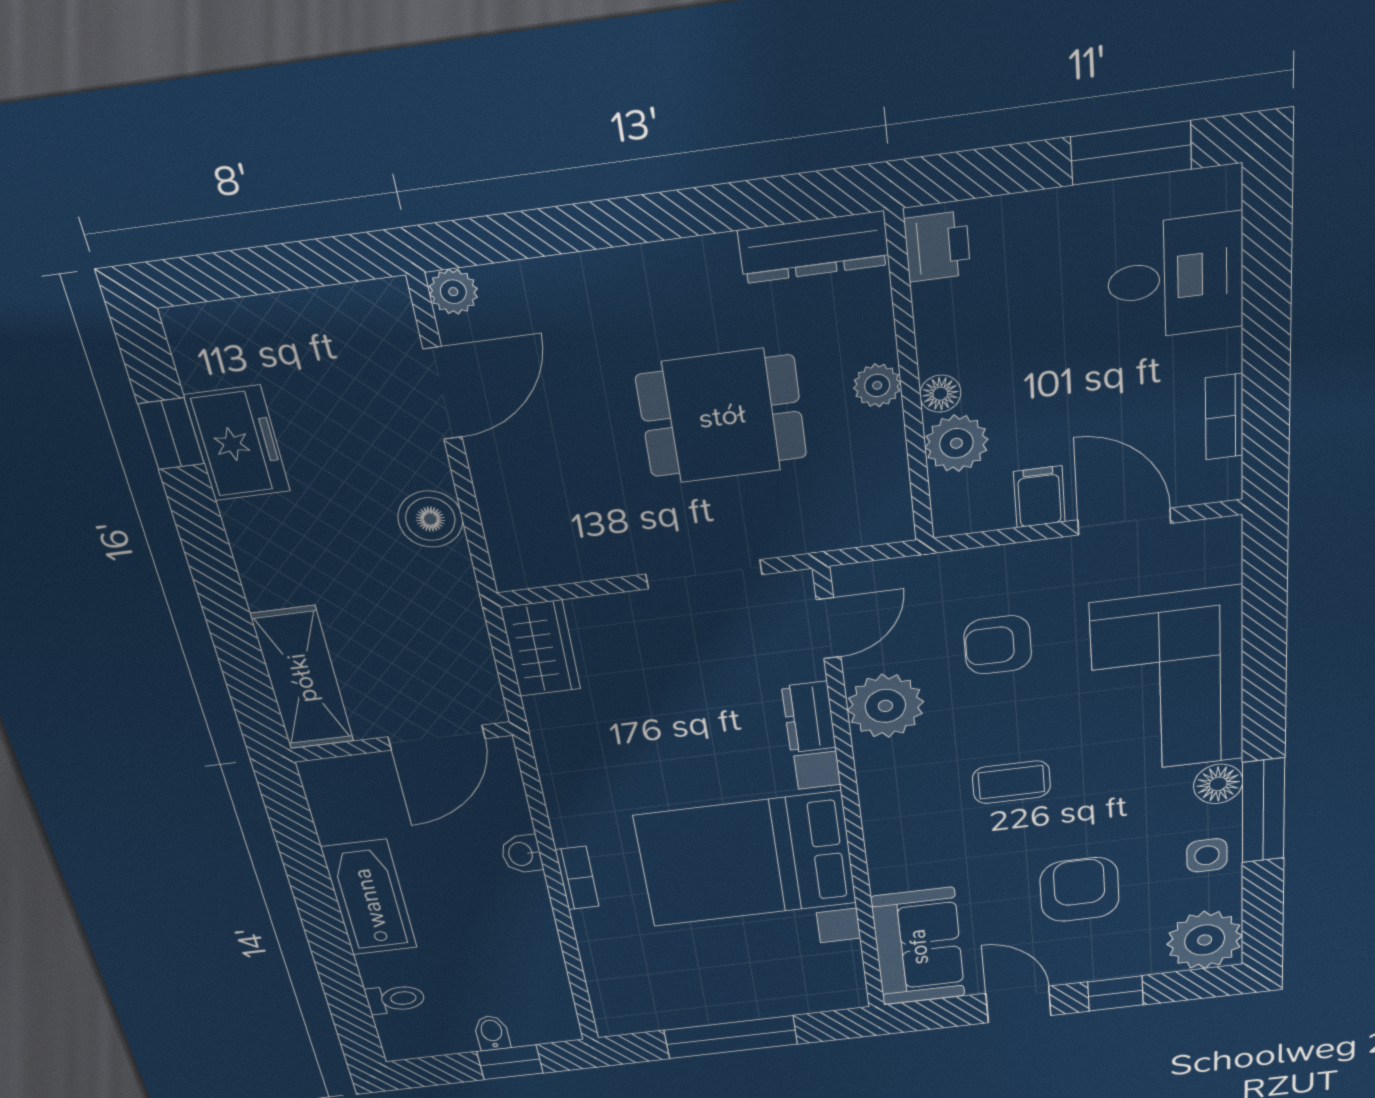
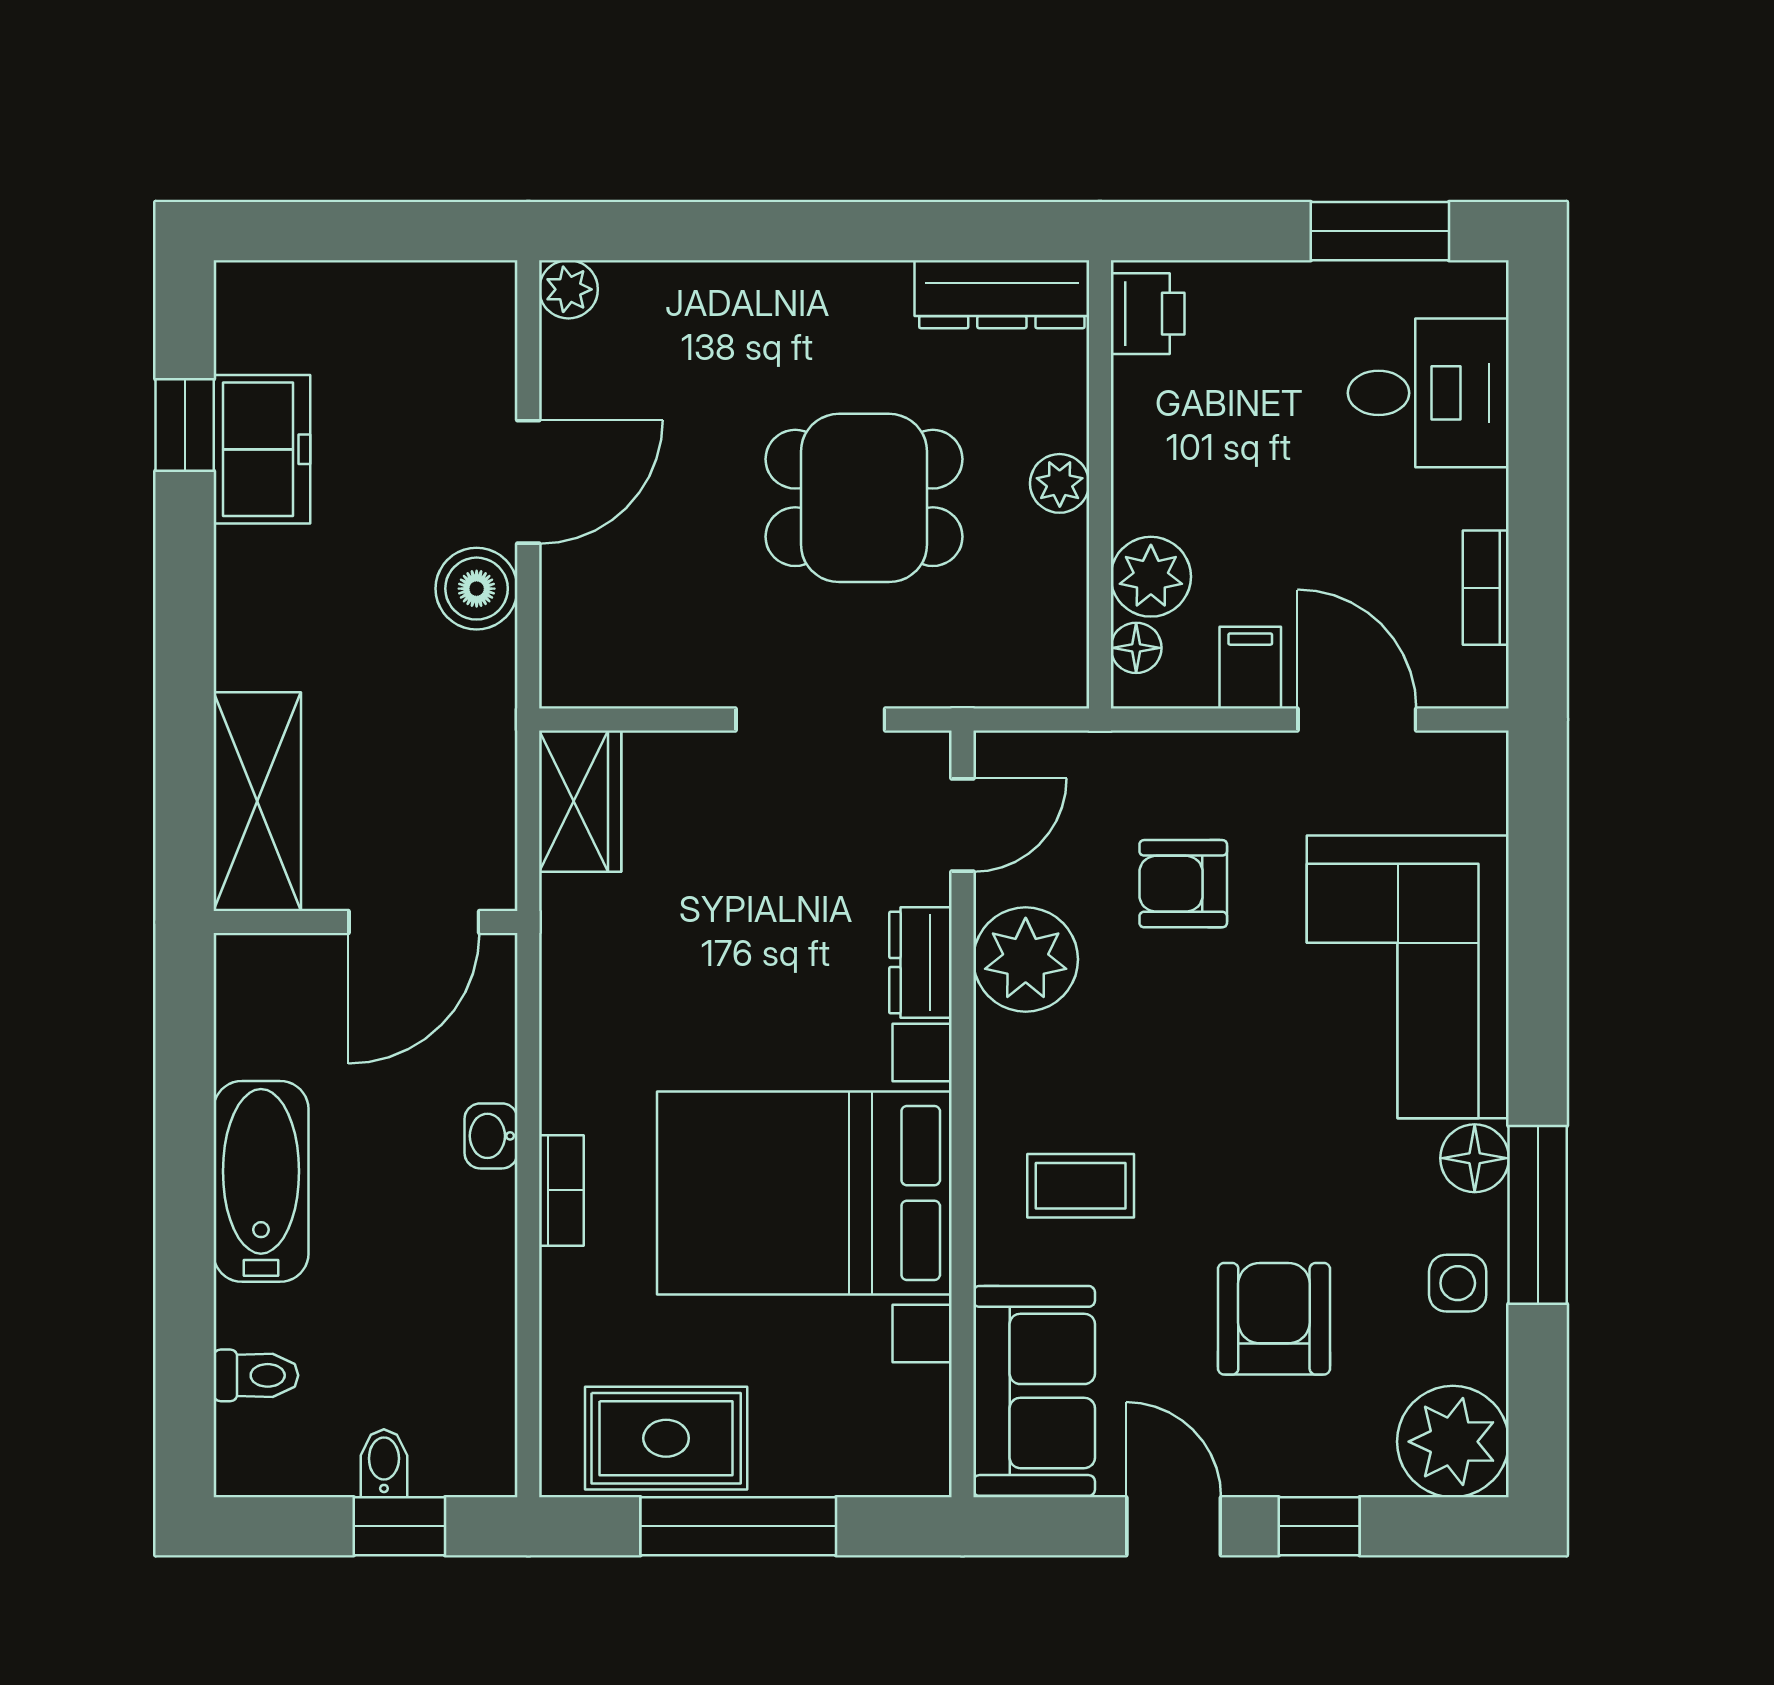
door: (443, 393) -> (528, 482), moved
floor lamp: (940, 394) -> (1136, 648), moved
coffee table: (1011, 782) -> (1081, 1186), moved
rug: (675, 999) -> (666, 1438), added

